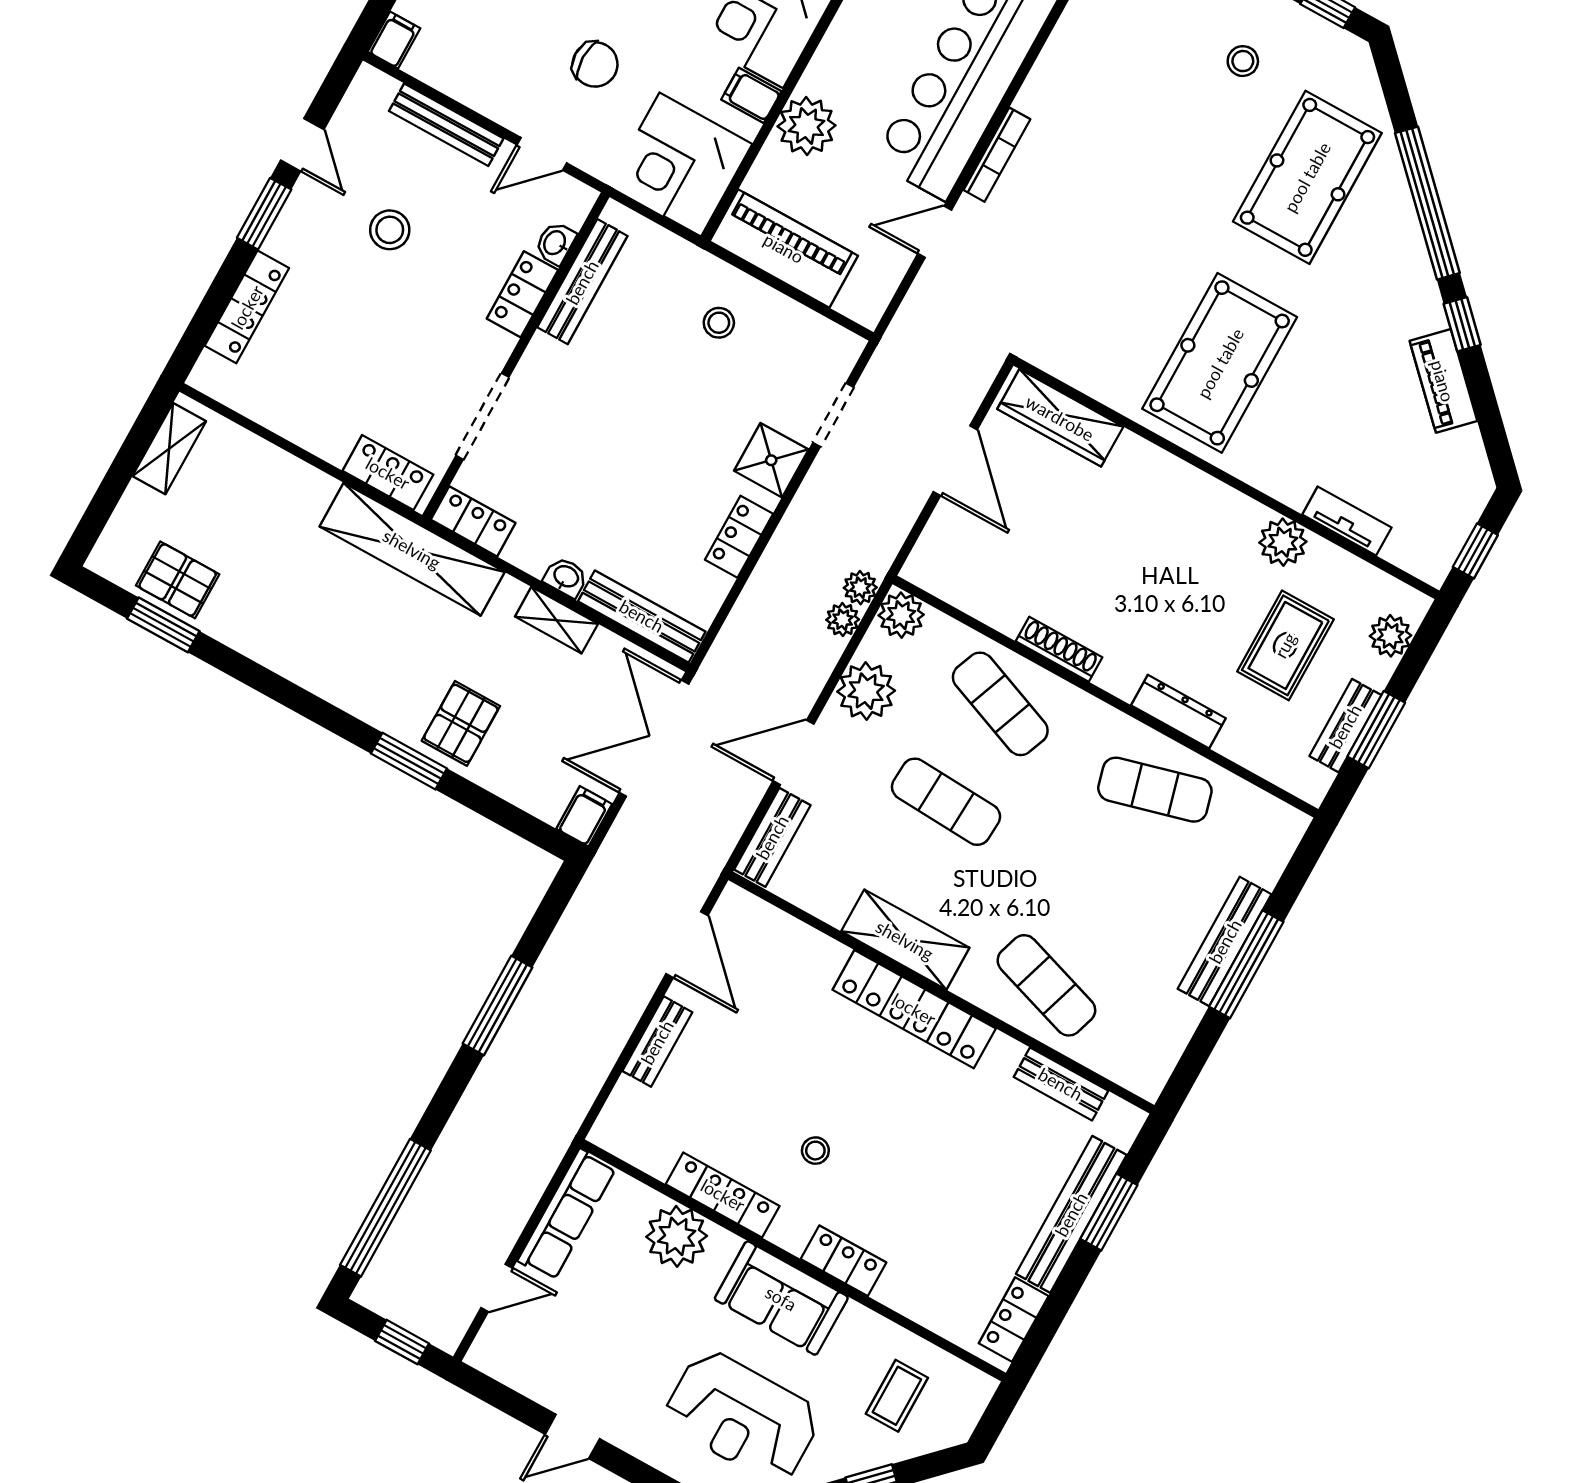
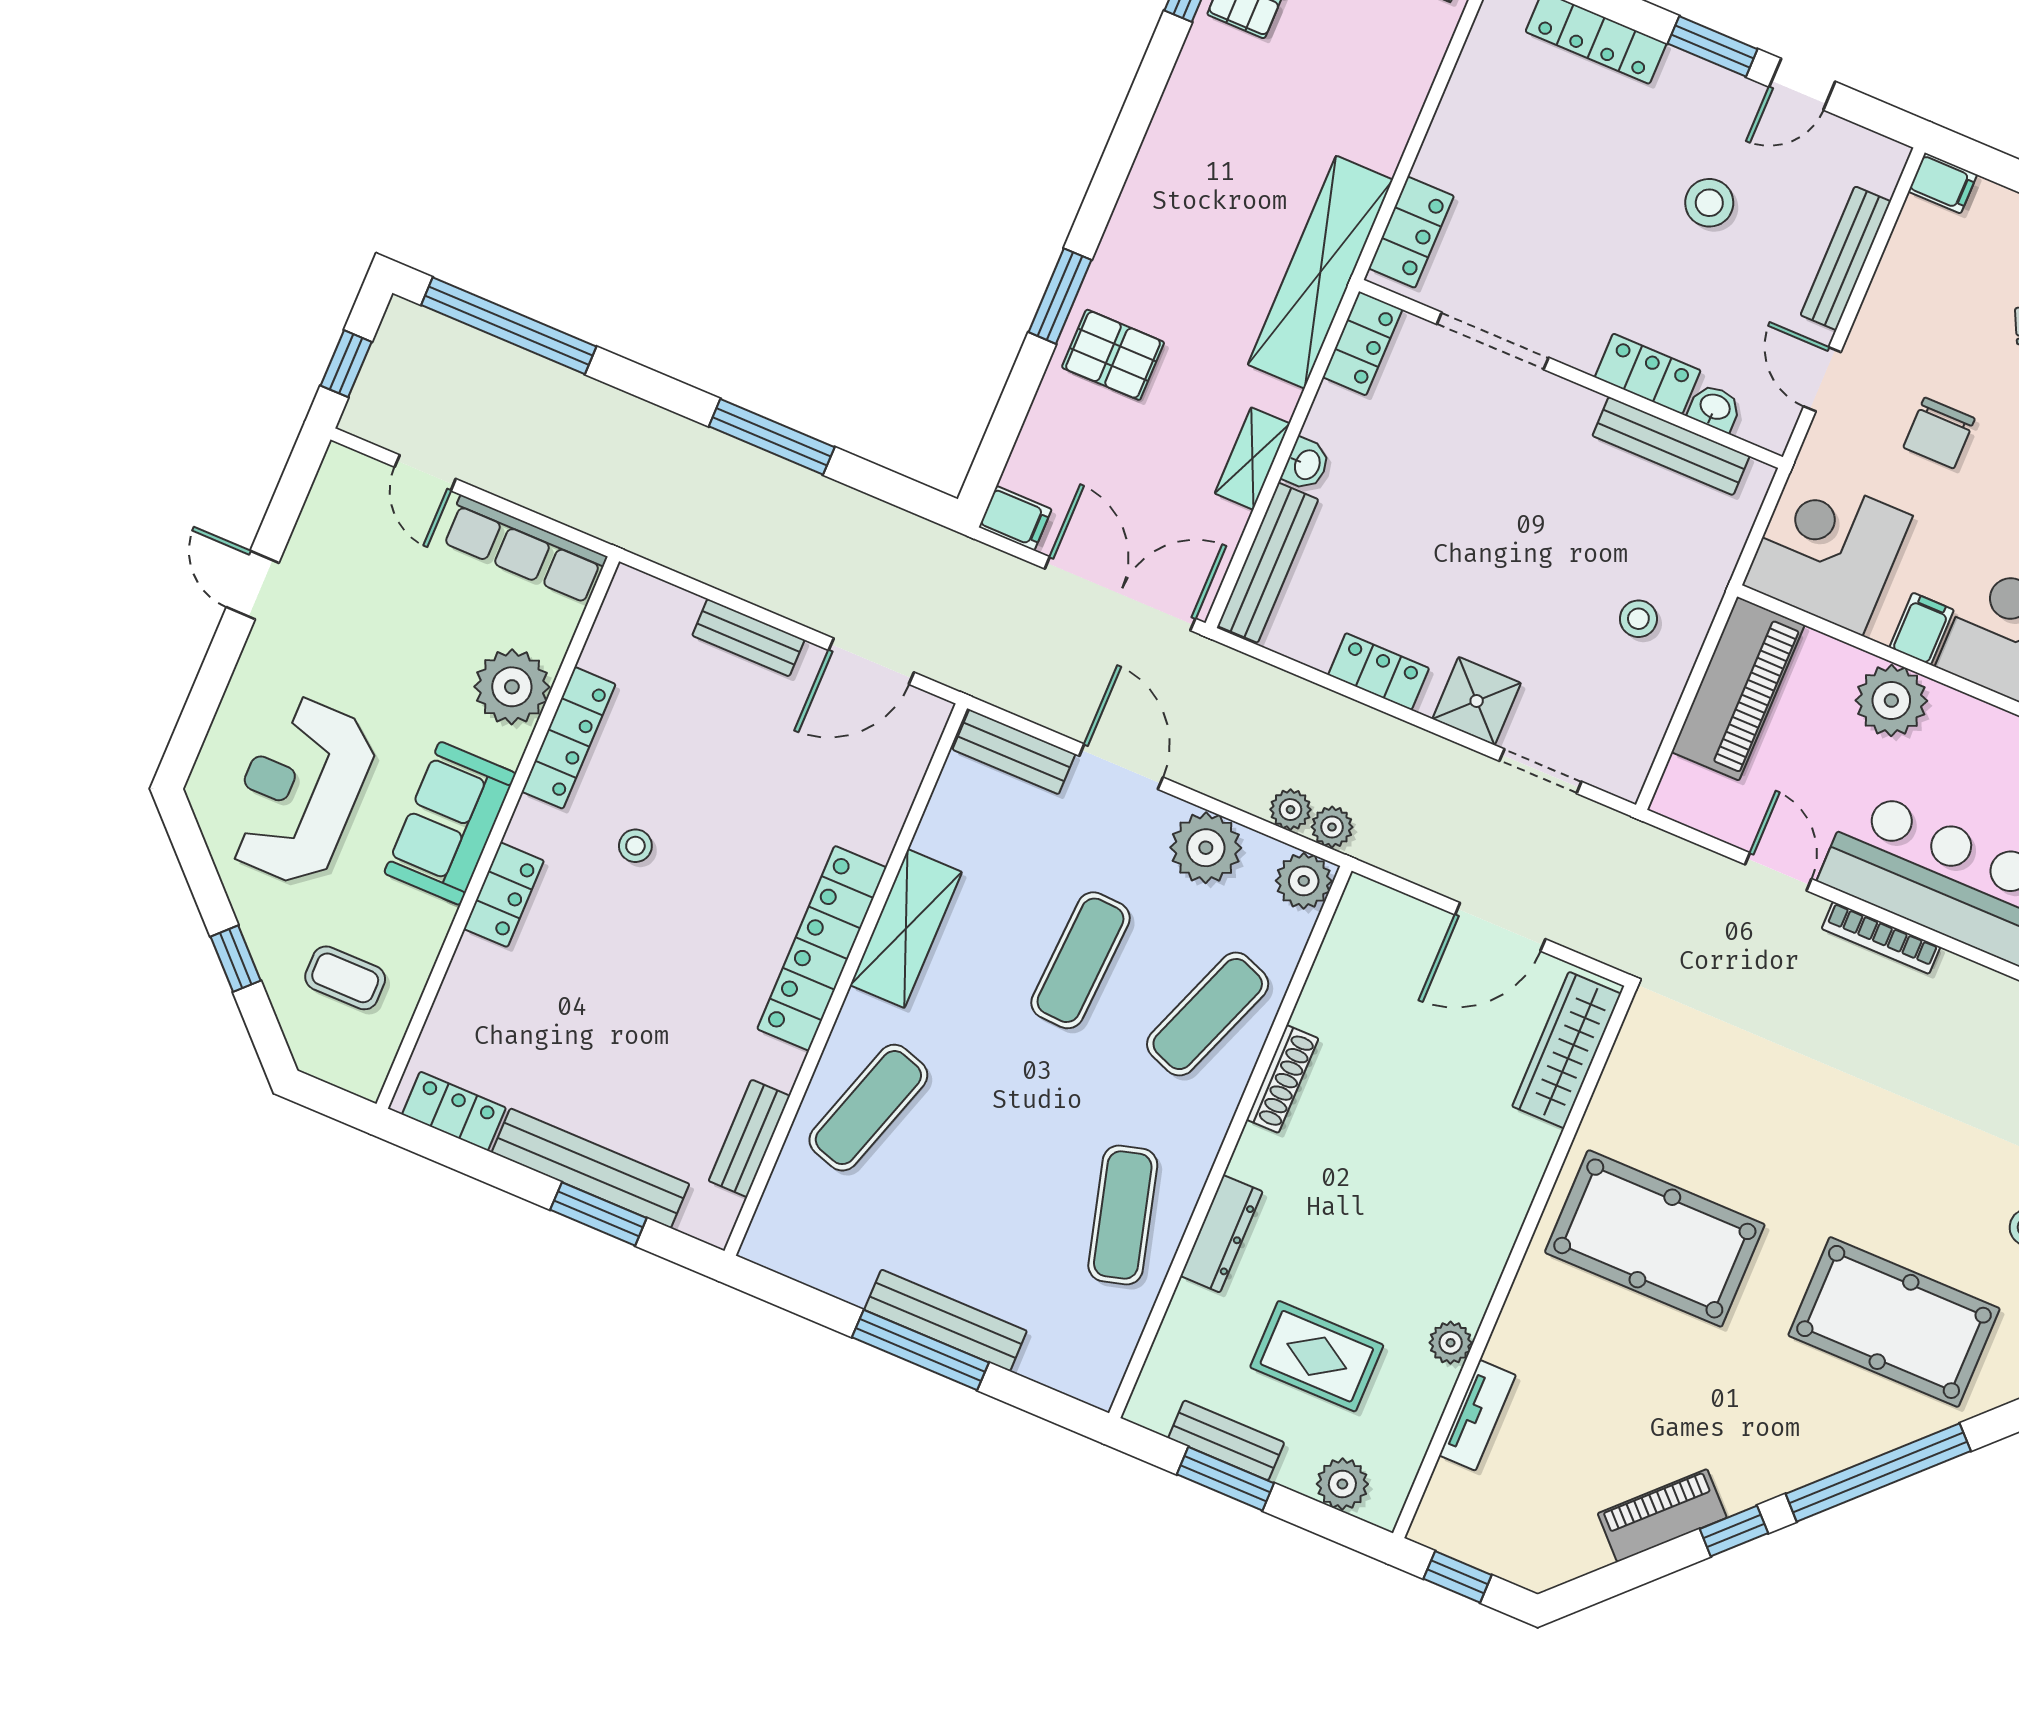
plant: (1283, 542) -> (1451, 1343), width x0.73, depth x0.73

